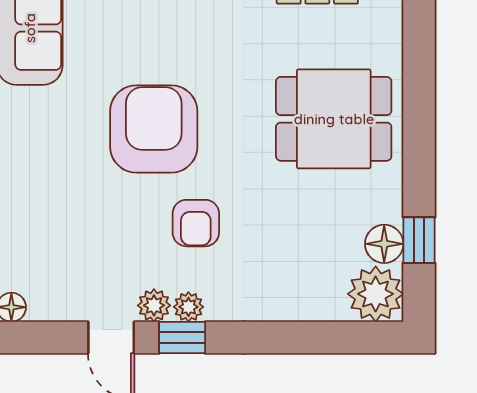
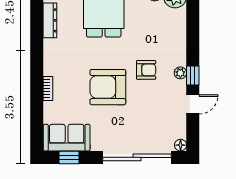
plant: (154, 305) -> (180, 87), removed

